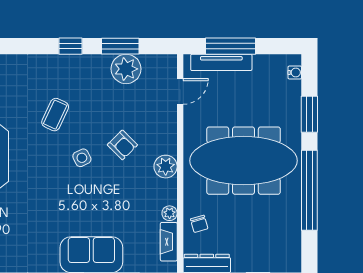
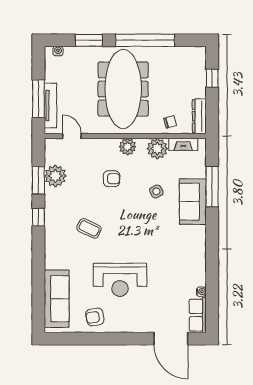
armchair: (122, 145) -> (112, 179), turned 45
side table: (82, 158) -> (156, 191), moved
plant: (170, 213) -> (157, 149), width x1.87, depth x1.87

